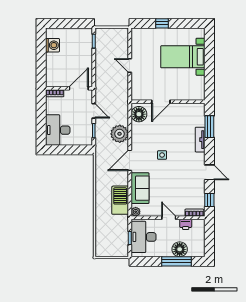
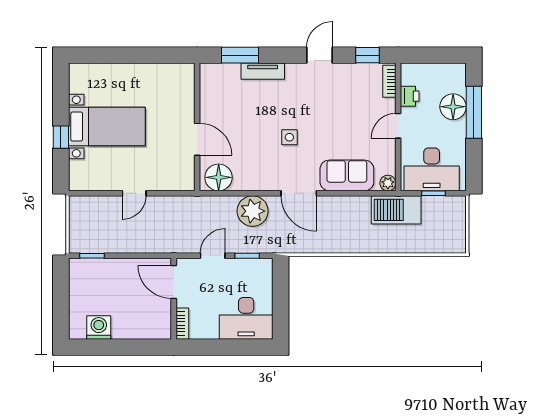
bed with nightstands: (183, 57) -> (107, 127), moved, turned -90
barbecue: (120, 200) -> (396, 210), moved

